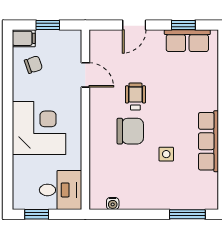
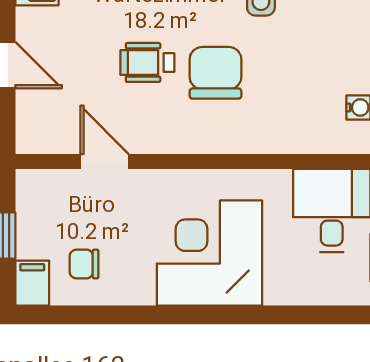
chair: (33, 65) -> (84, 264), turned -71
door: (85, 75) -> (105, 161), hinge flipped

